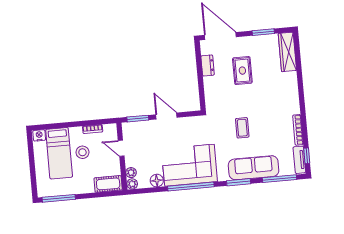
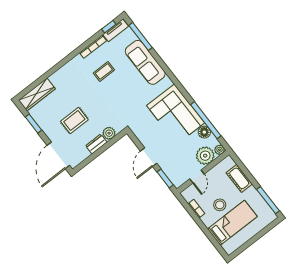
dresser: (208, 65) -> (96, 144), moved
plant: (211, 94) -> (109, 133), added
coffee table: (242, 128) -> (104, 71), moved
nightstand: (39, 135) -> (228, 247), removed
plant: (131, 173) -> (205, 156), width x1.88, depth x1.88
window: (239, 182) -> (164, 67), removed
cot: (108, 184) -> (239, 178), moved
window: (191, 187) -> (206, 120), moved

